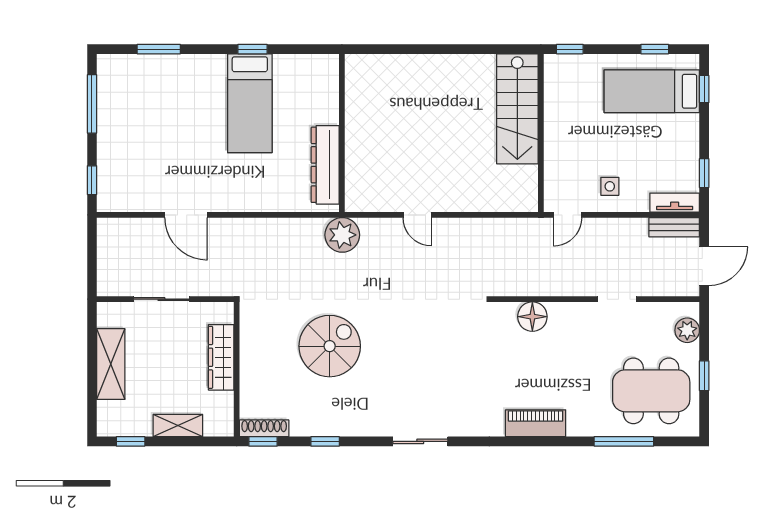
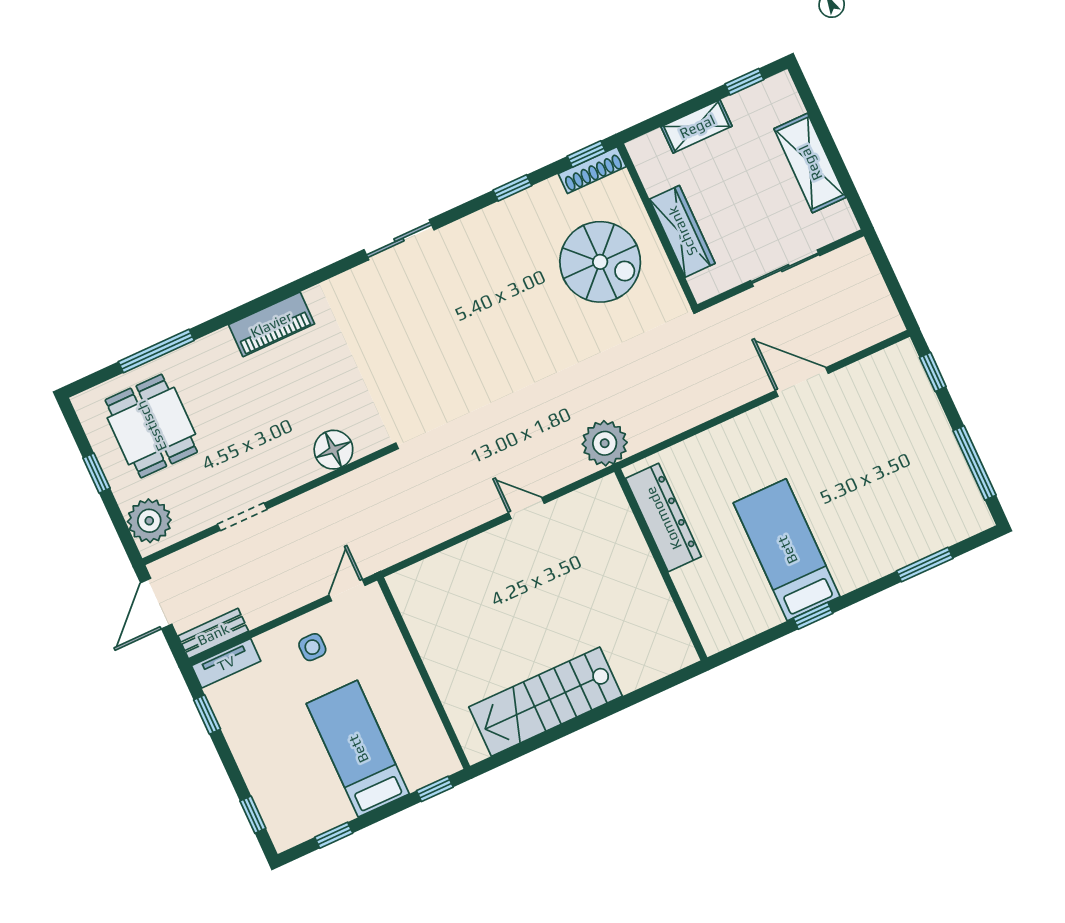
bed: (652, 91) -> (358, 749), moved, turned -90
stairs: (517, 109) -> (546, 702), moved, turned -90
plant: (687, 330) -> (149, 521), width x1.36, depth x1.36
spiral stairs: (330, 346) -> (600, 262), moved, turned -90
dining table: (651, 391) -> (151, 426), width x0.73

